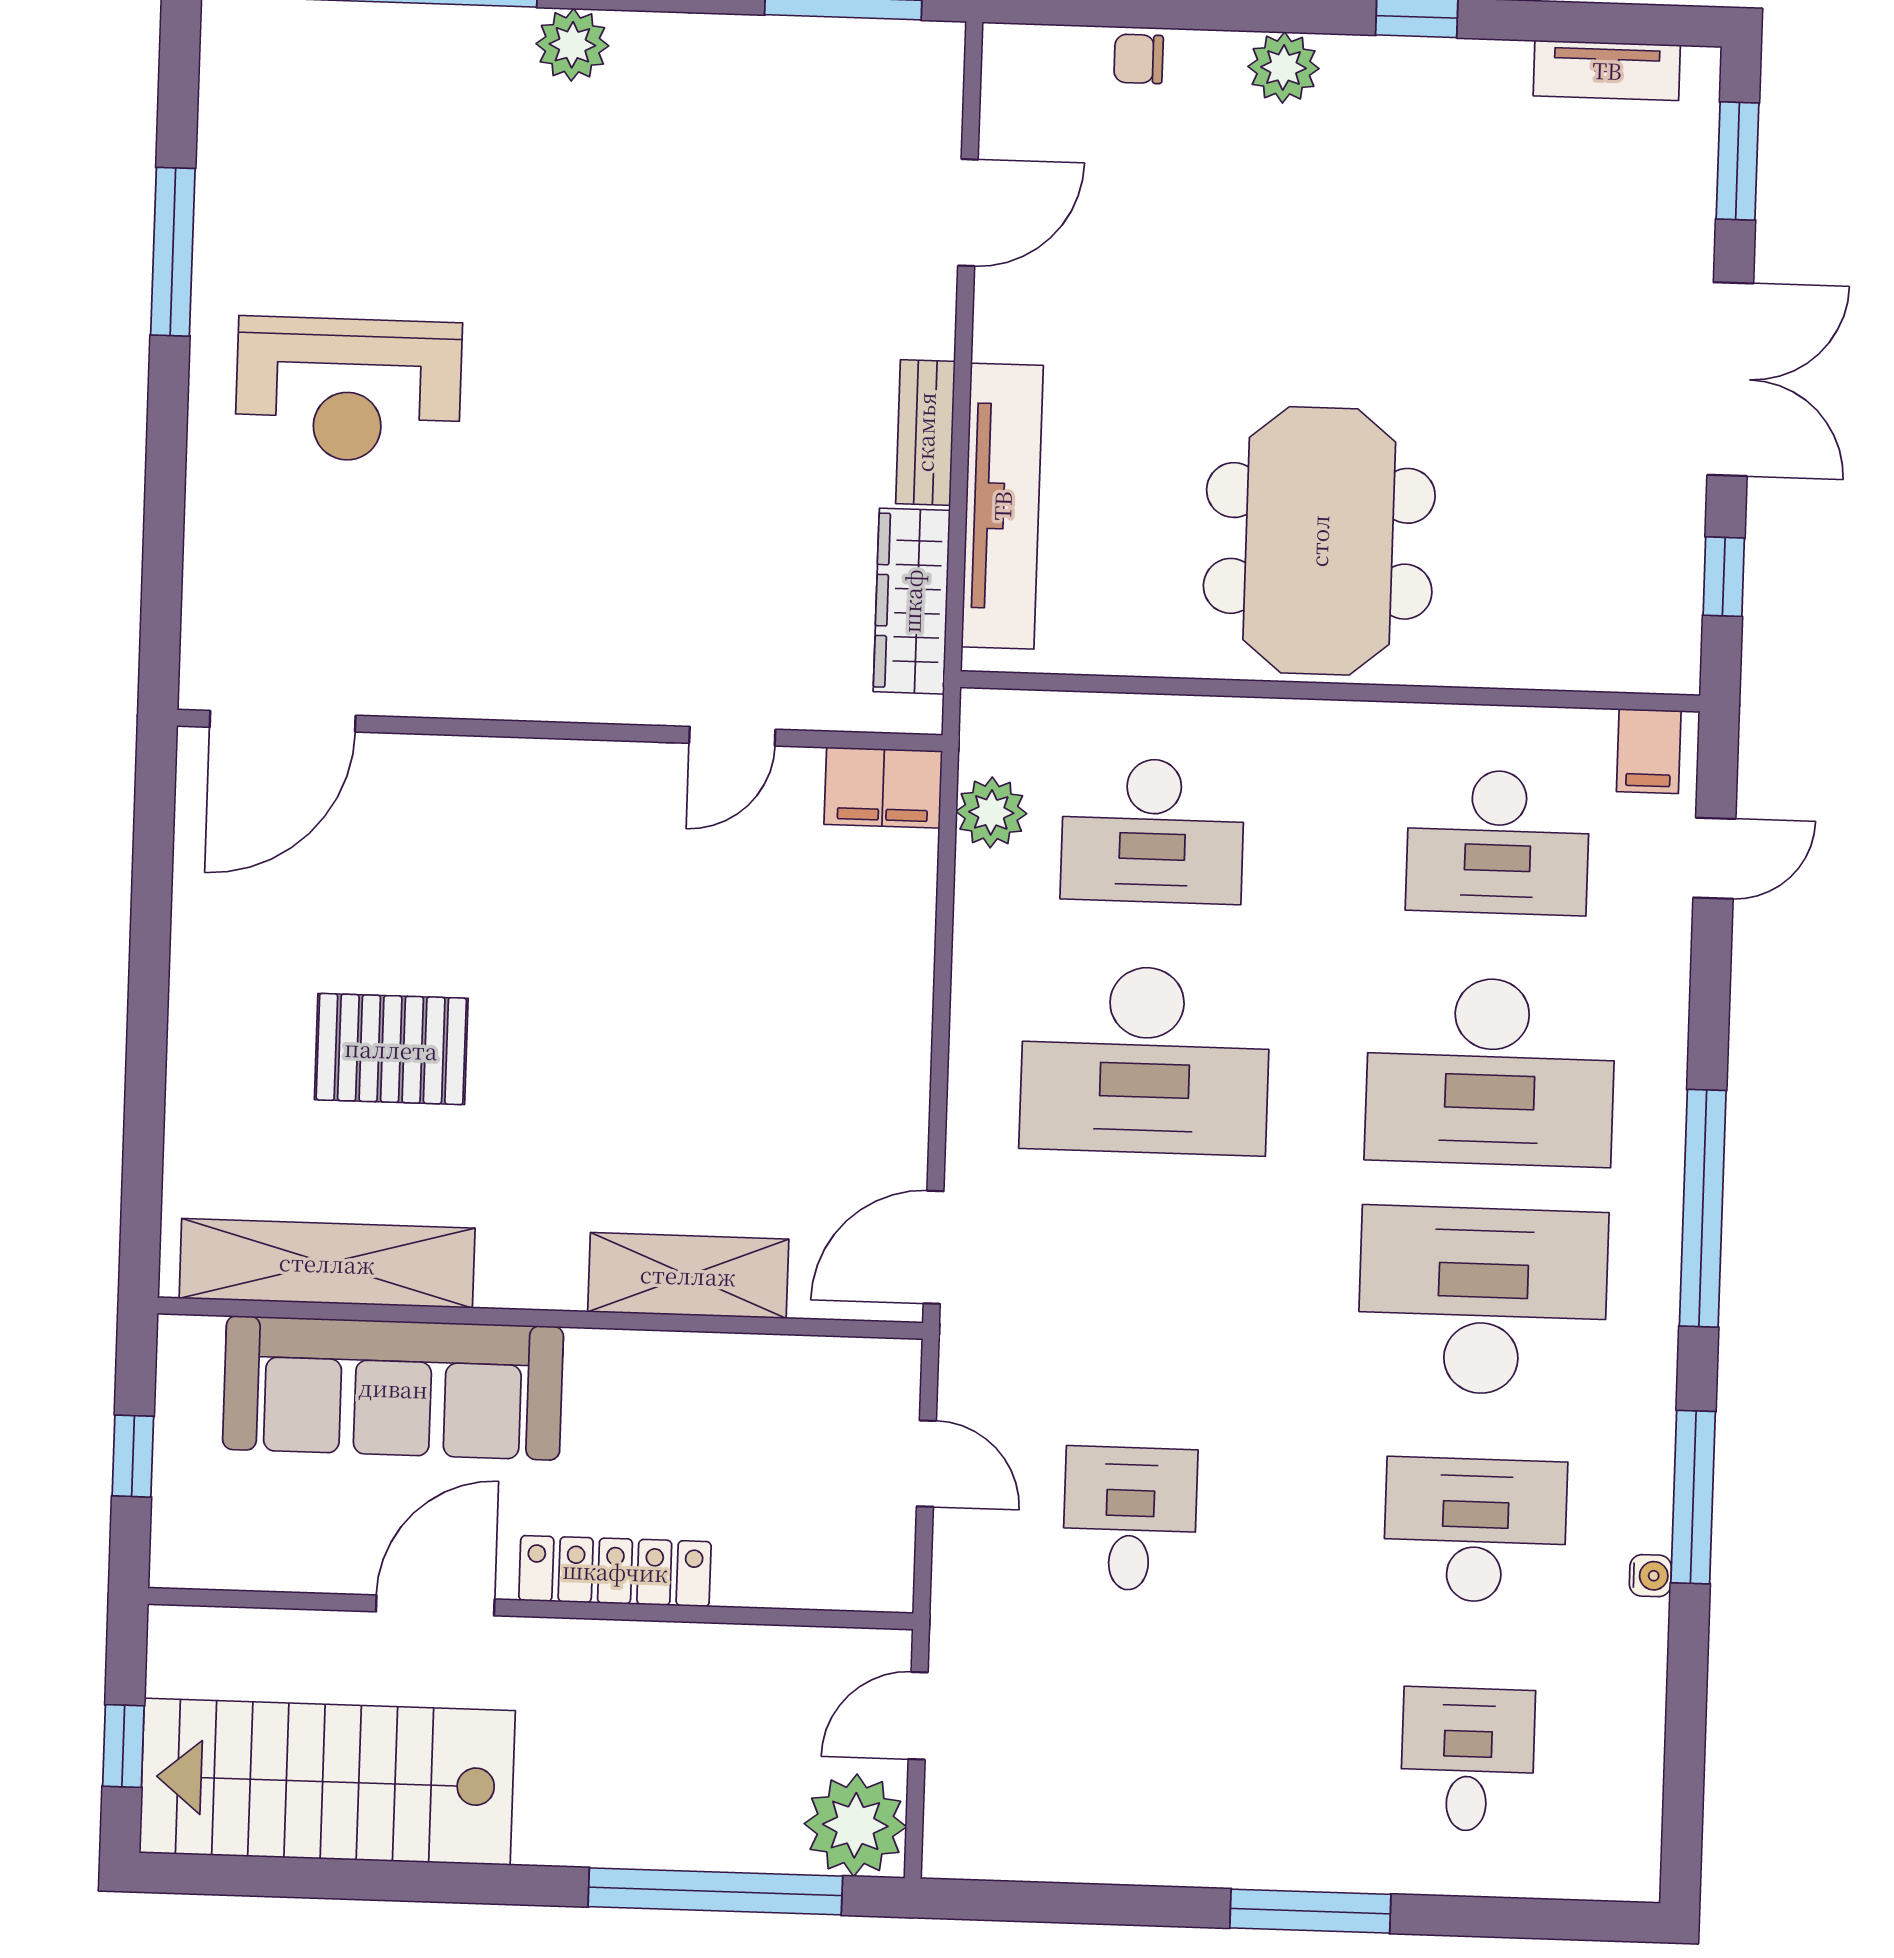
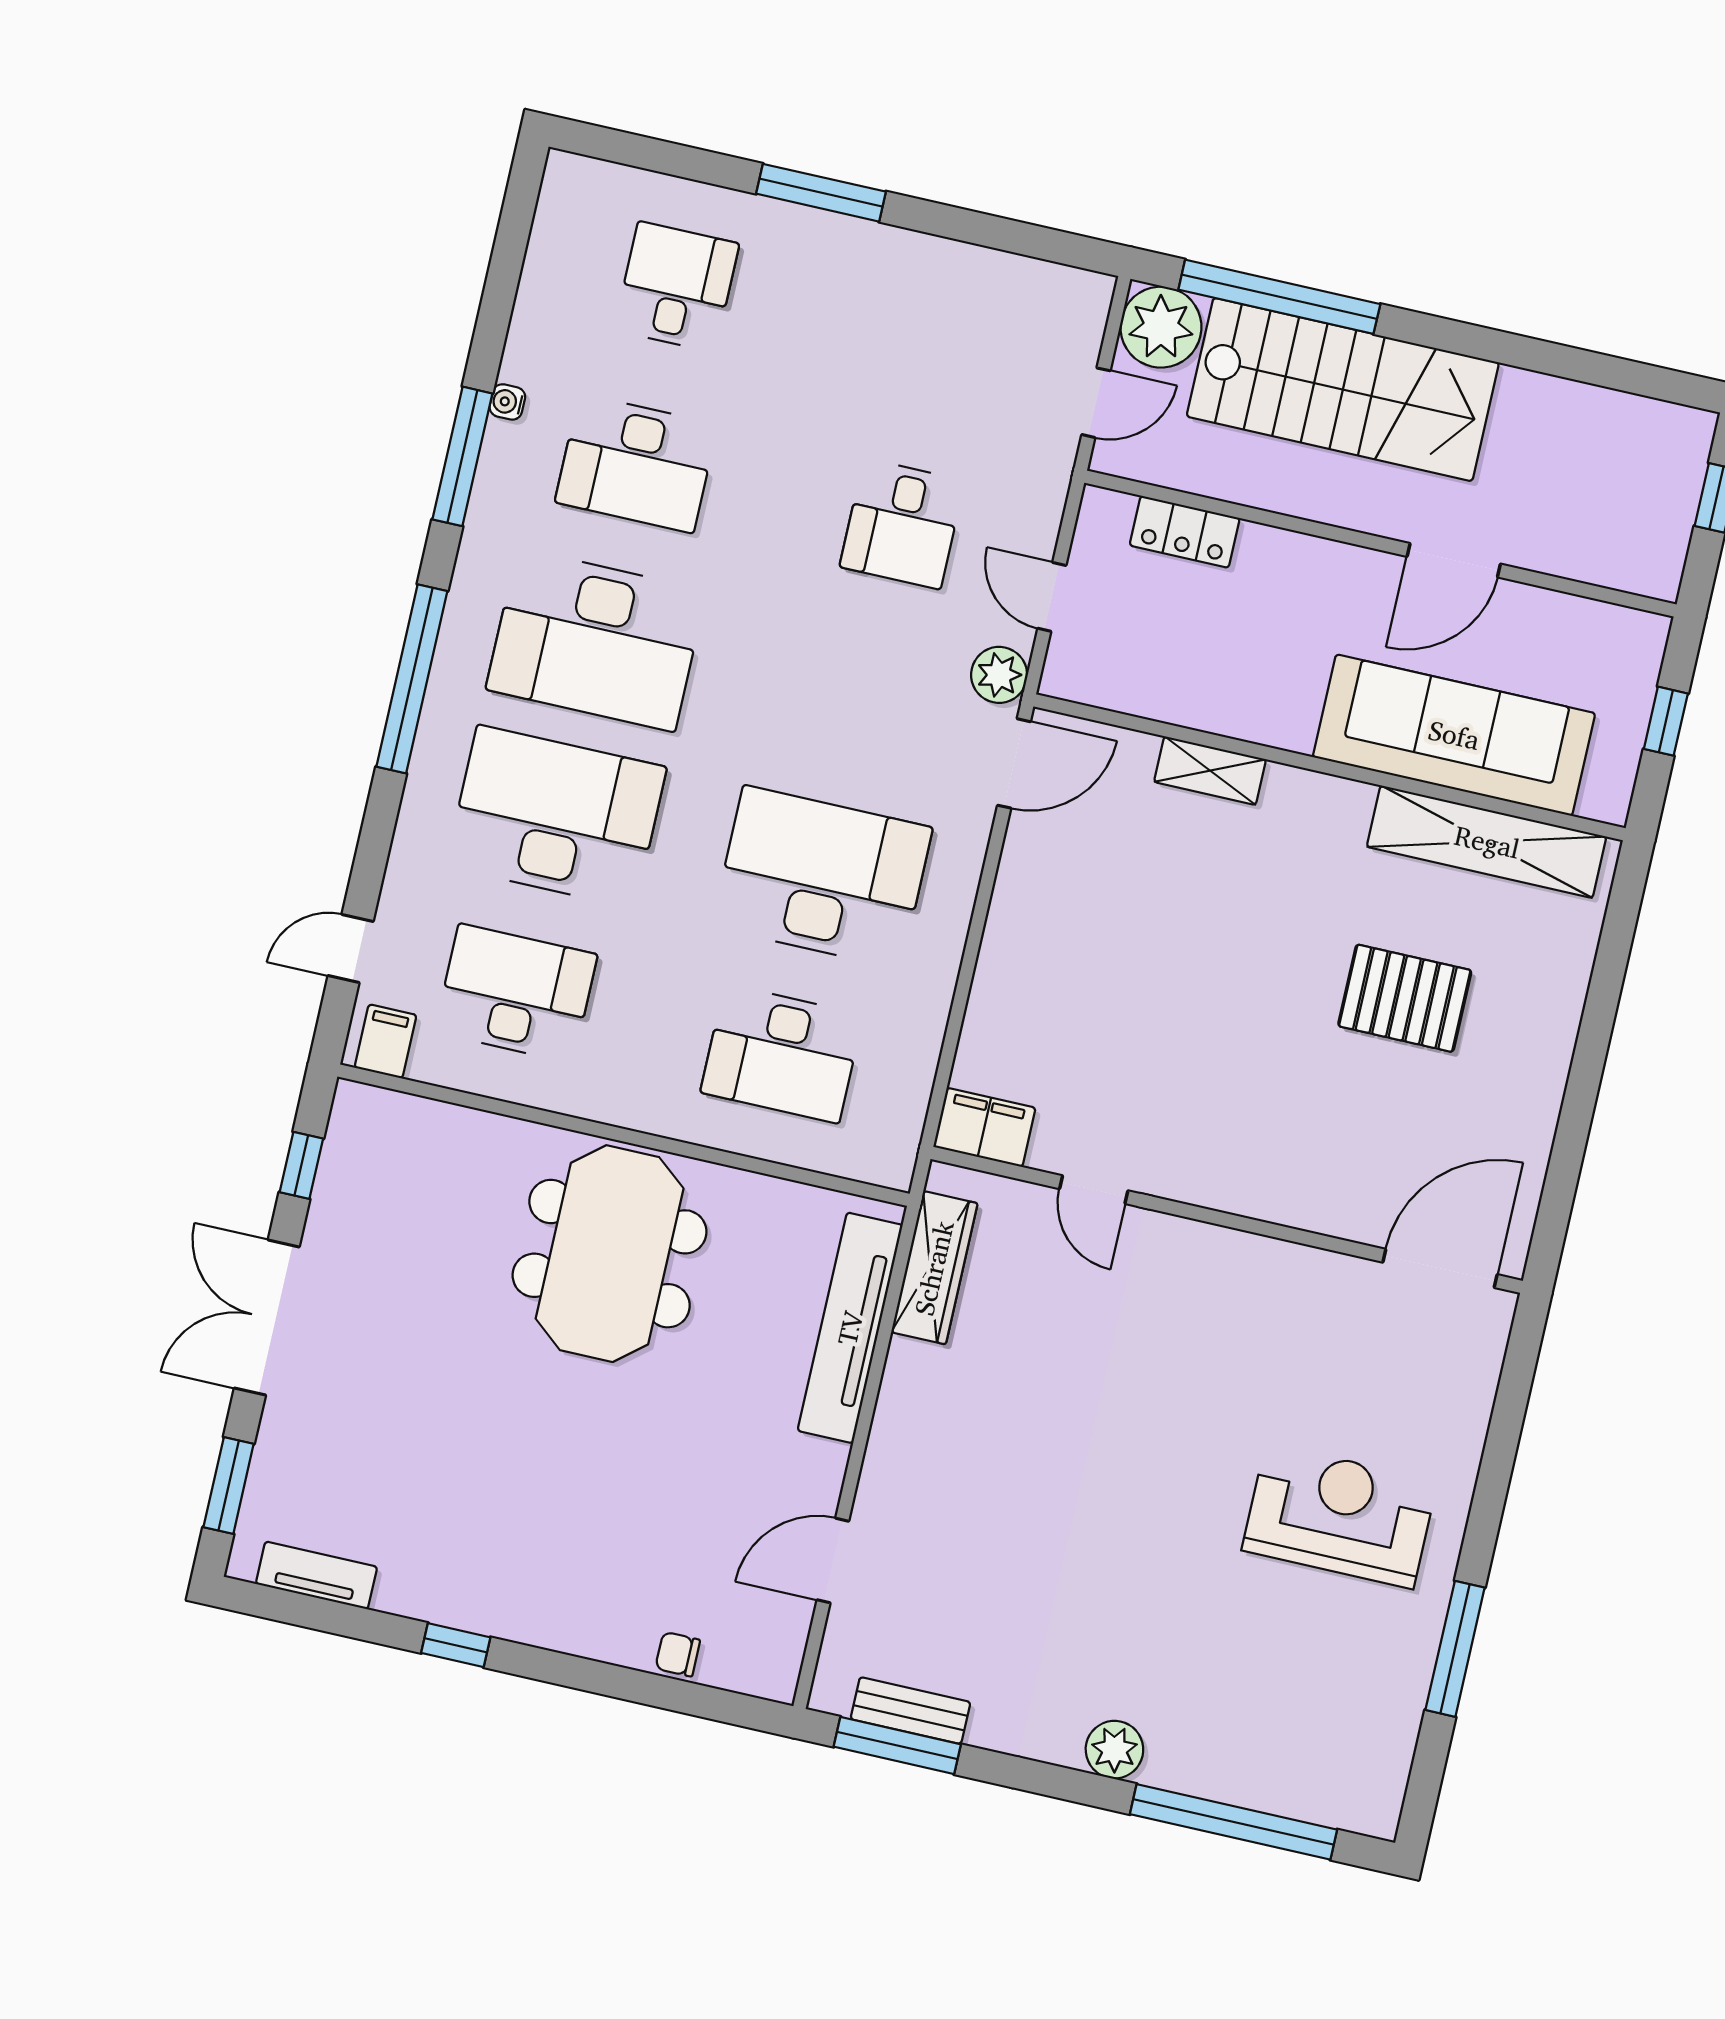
chair: (1139, 59) -> (678, 1654), turned 180
plant: (1283, 68) -> (567, 1626), removed
bench: (925, 432) -> (910, 1711), moved, turned 90
door: (732, 736) -> (1094, 1190), swing flipped
plant: (991, 812) -> (999, 675), moved
desk: (1153, 831) -> (782, 1054), turned 180
shelving: (688, 1275) -> (1210, 771), width x0.67, depth x0.75
locker: (615, 1571) -> (1185, 532), moved, width x0.66
desk: (1468, 1759) -> (677, 287), turned 180
stairs: (327, 1782) -> (1343, 390), moved

